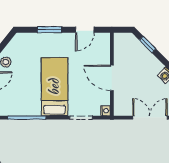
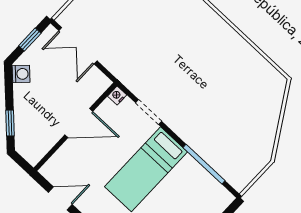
door: (112, 78) -> (79, 123), hinge flipped

